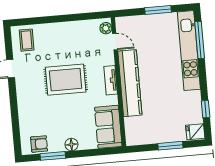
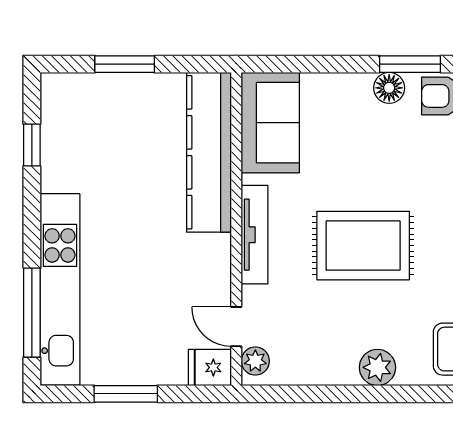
plant: (55, 30) -> (377, 367), added
tv unit: (111, 80) -> (255, 235), width x1.41
kitchen counter: (130, 83) -> (209, 152), moved
fridge: (195, 132) -> (210, 367), moved, turned 180
floor lamp: (71, 145) -> (389, 88), moved

